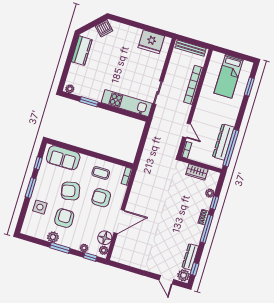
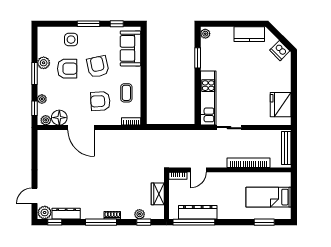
armchair: (101, 198) -> (100, 101), turned -93
window: (214, 203) -> (144, 222), moved

